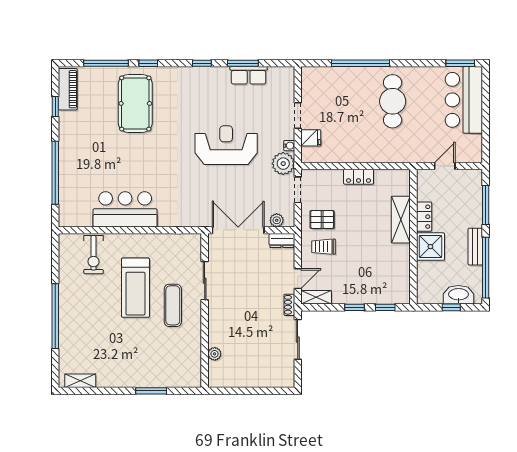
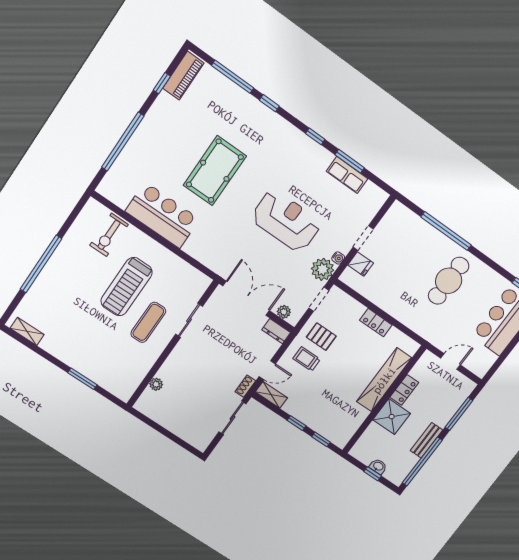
pool table: (135, 103) -> (215, 171), moved
shelving: (401, 220) -> (384, 380), width x1.47
washbasin: (458, 295) -> (378, 466), width x0.52, depth x0.69

